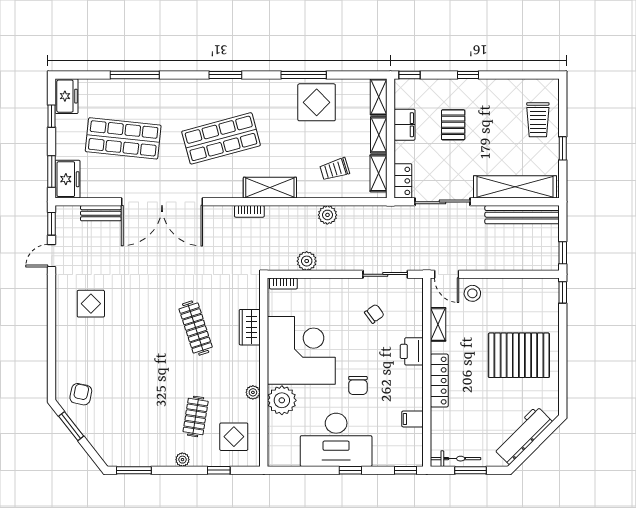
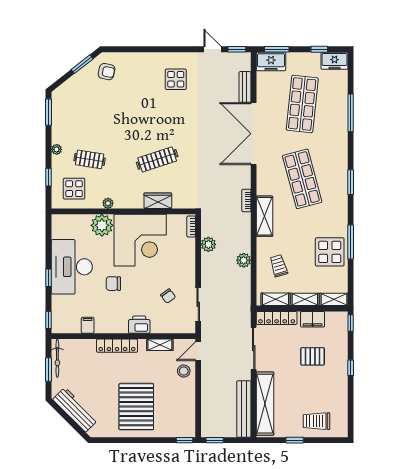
locker: (403, 181) -> (277, 318), width x1.53

